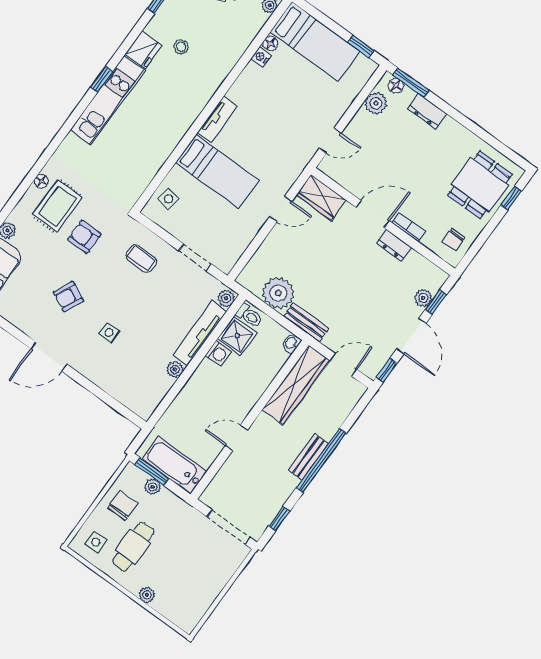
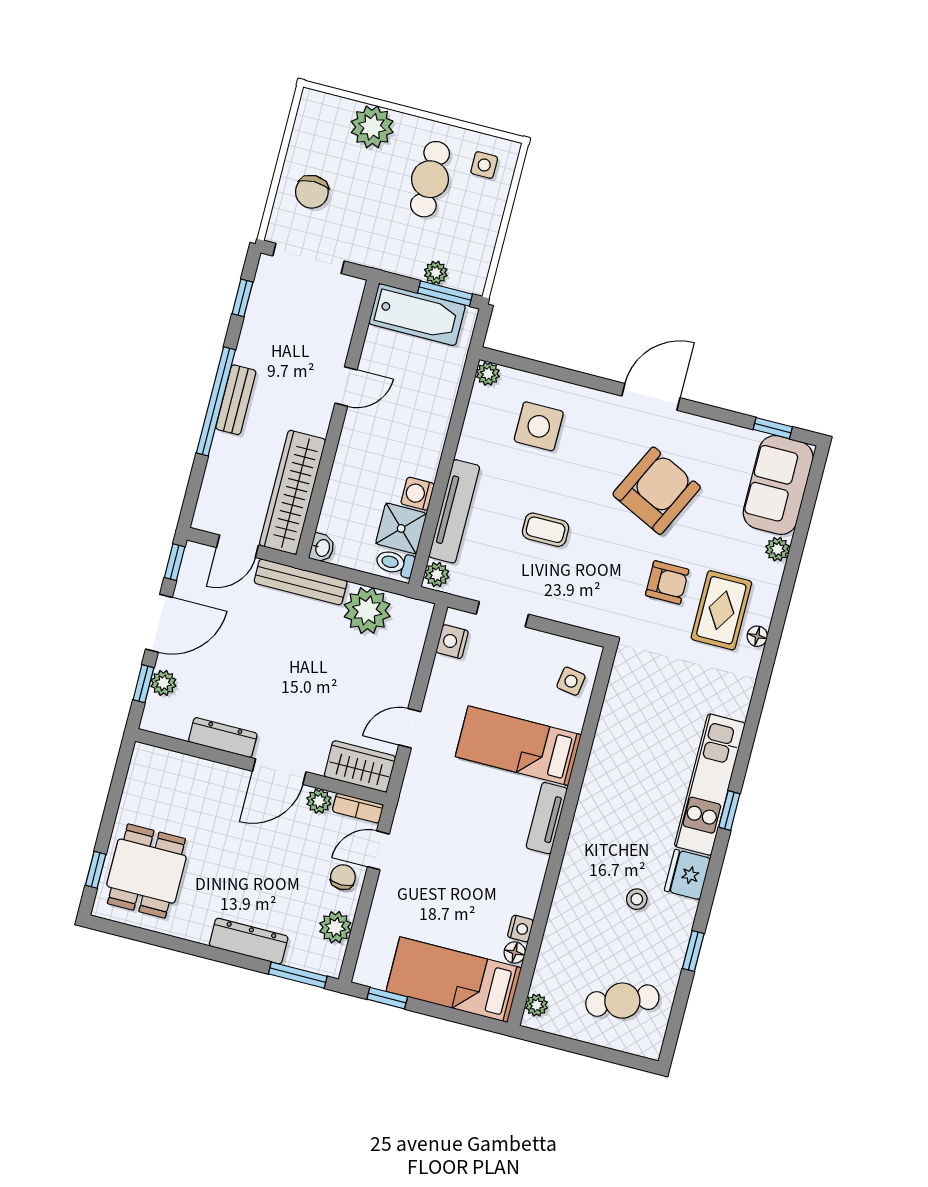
floor lamp: (396, 86) -> (317, 962), removed
dresser: (427, 112) -> (249, 941), width x1.44
plant: (355, 186) -> (319, 801), added
bookcase: (409, 227) -> (358, 808), moved
chair: (454, 239) -> (343, 877), moved
dresser: (394, 245) -> (223, 738), width x1.44
nightstand: (233, 253) -> (452, 642), added
coffee table: (141, 258) -> (546, 530), moved
armchair: (68, 297) -> (657, 491), width x1.88, depth x1.88
bench: (306, 322) -> (301, 582), width x1.36
side table: (109, 333) -> (539, 426), moved, width x1.87, depth x1.87
door: (411, 336) -> (159, 623), swing flipped
plant: (175, 369) -> (488, 374), moved
chair: (123, 505) -> (312, 192), moved
plant: (147, 595) -> (372, 127), width x1.87, depth x1.87

